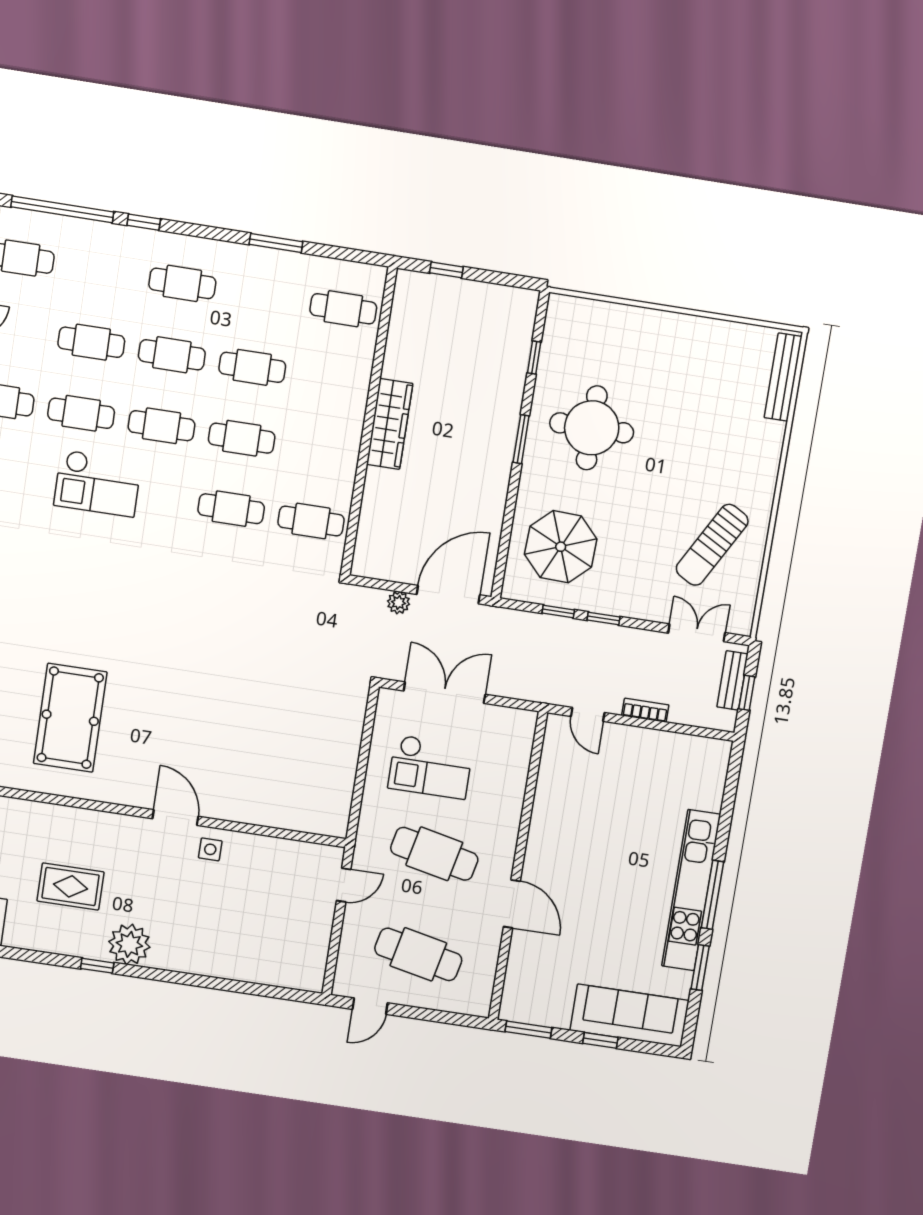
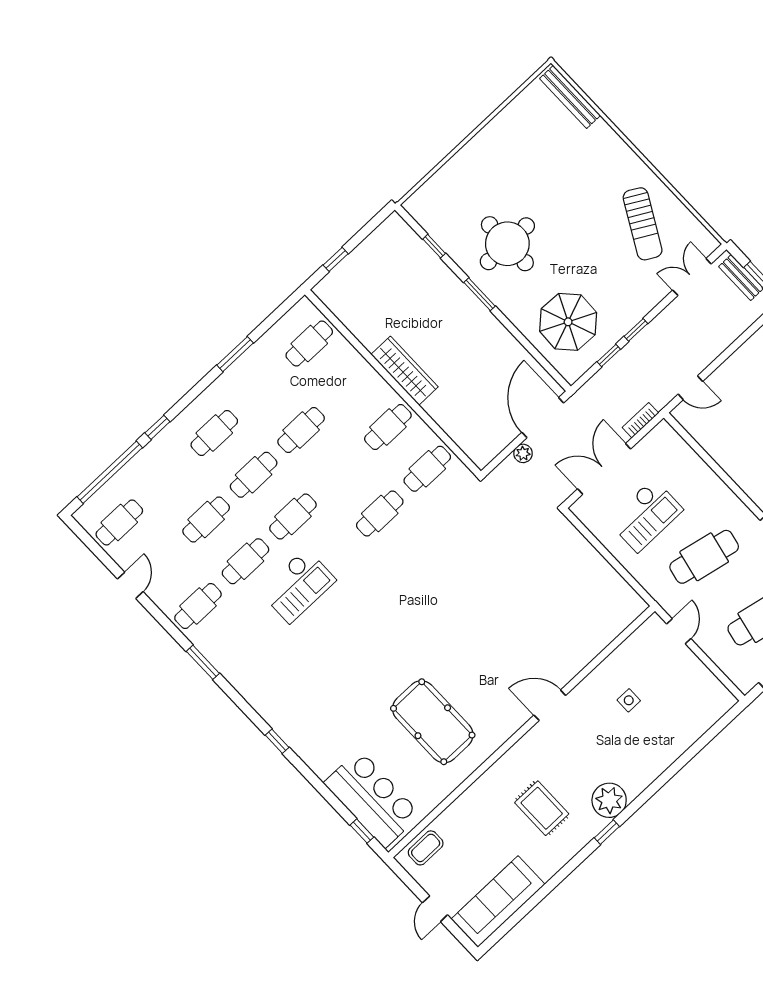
cafe table: (242, 438) -> (388, 427), moved
bookcase: (645, 710) -> (640, 420), moved
side table: (210, 849) -> (629, 700), moved
rug: (71, 886) -> (542, 808), turned 90

